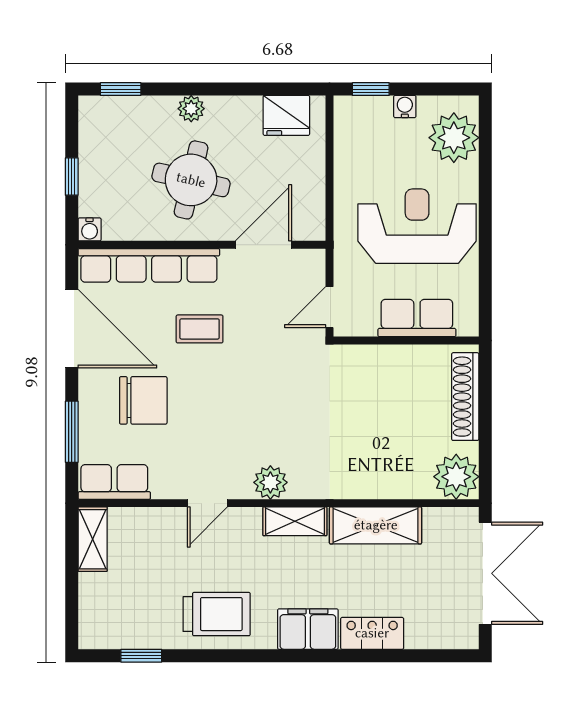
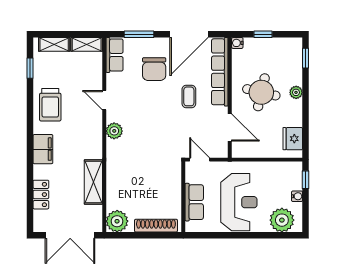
shelving: (295, 521) -> (54, 44), moved, turned 90
locker: (372, 633) -> (41, 195), moved

